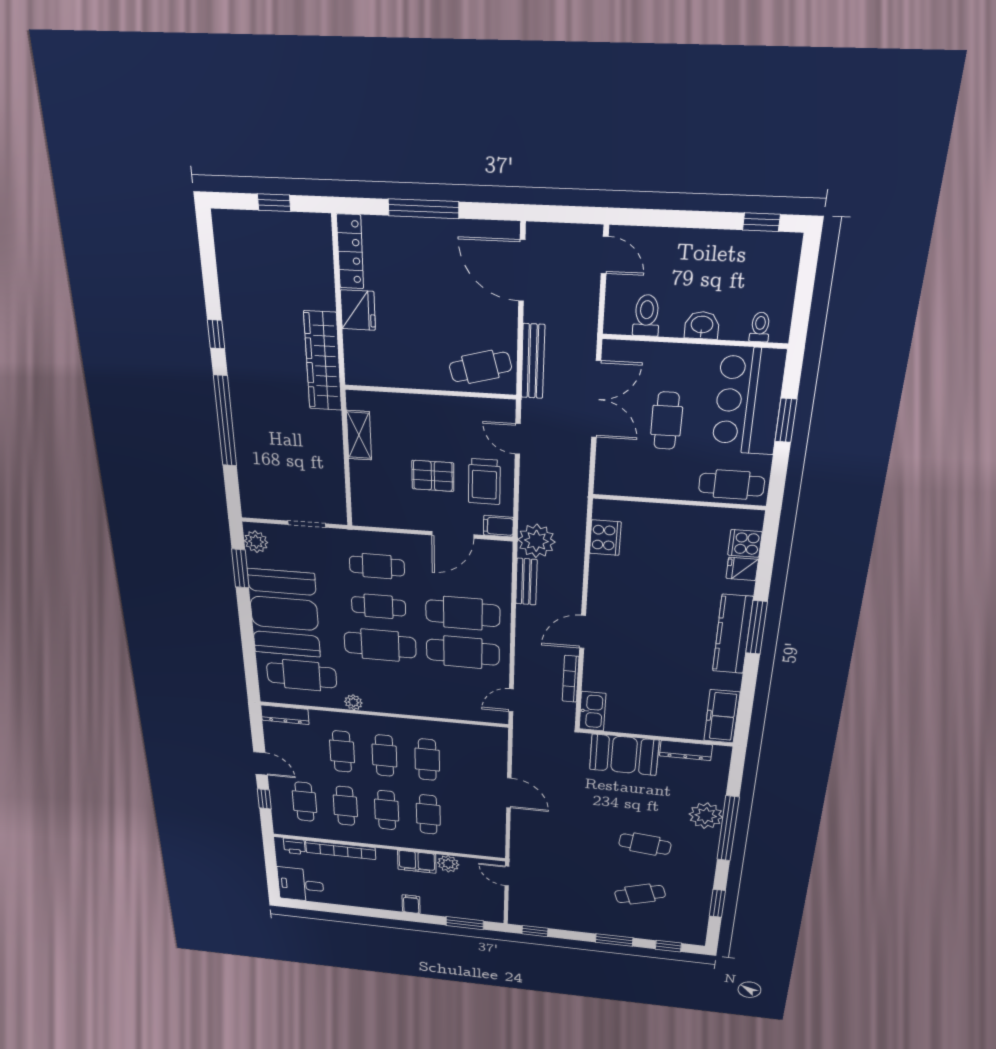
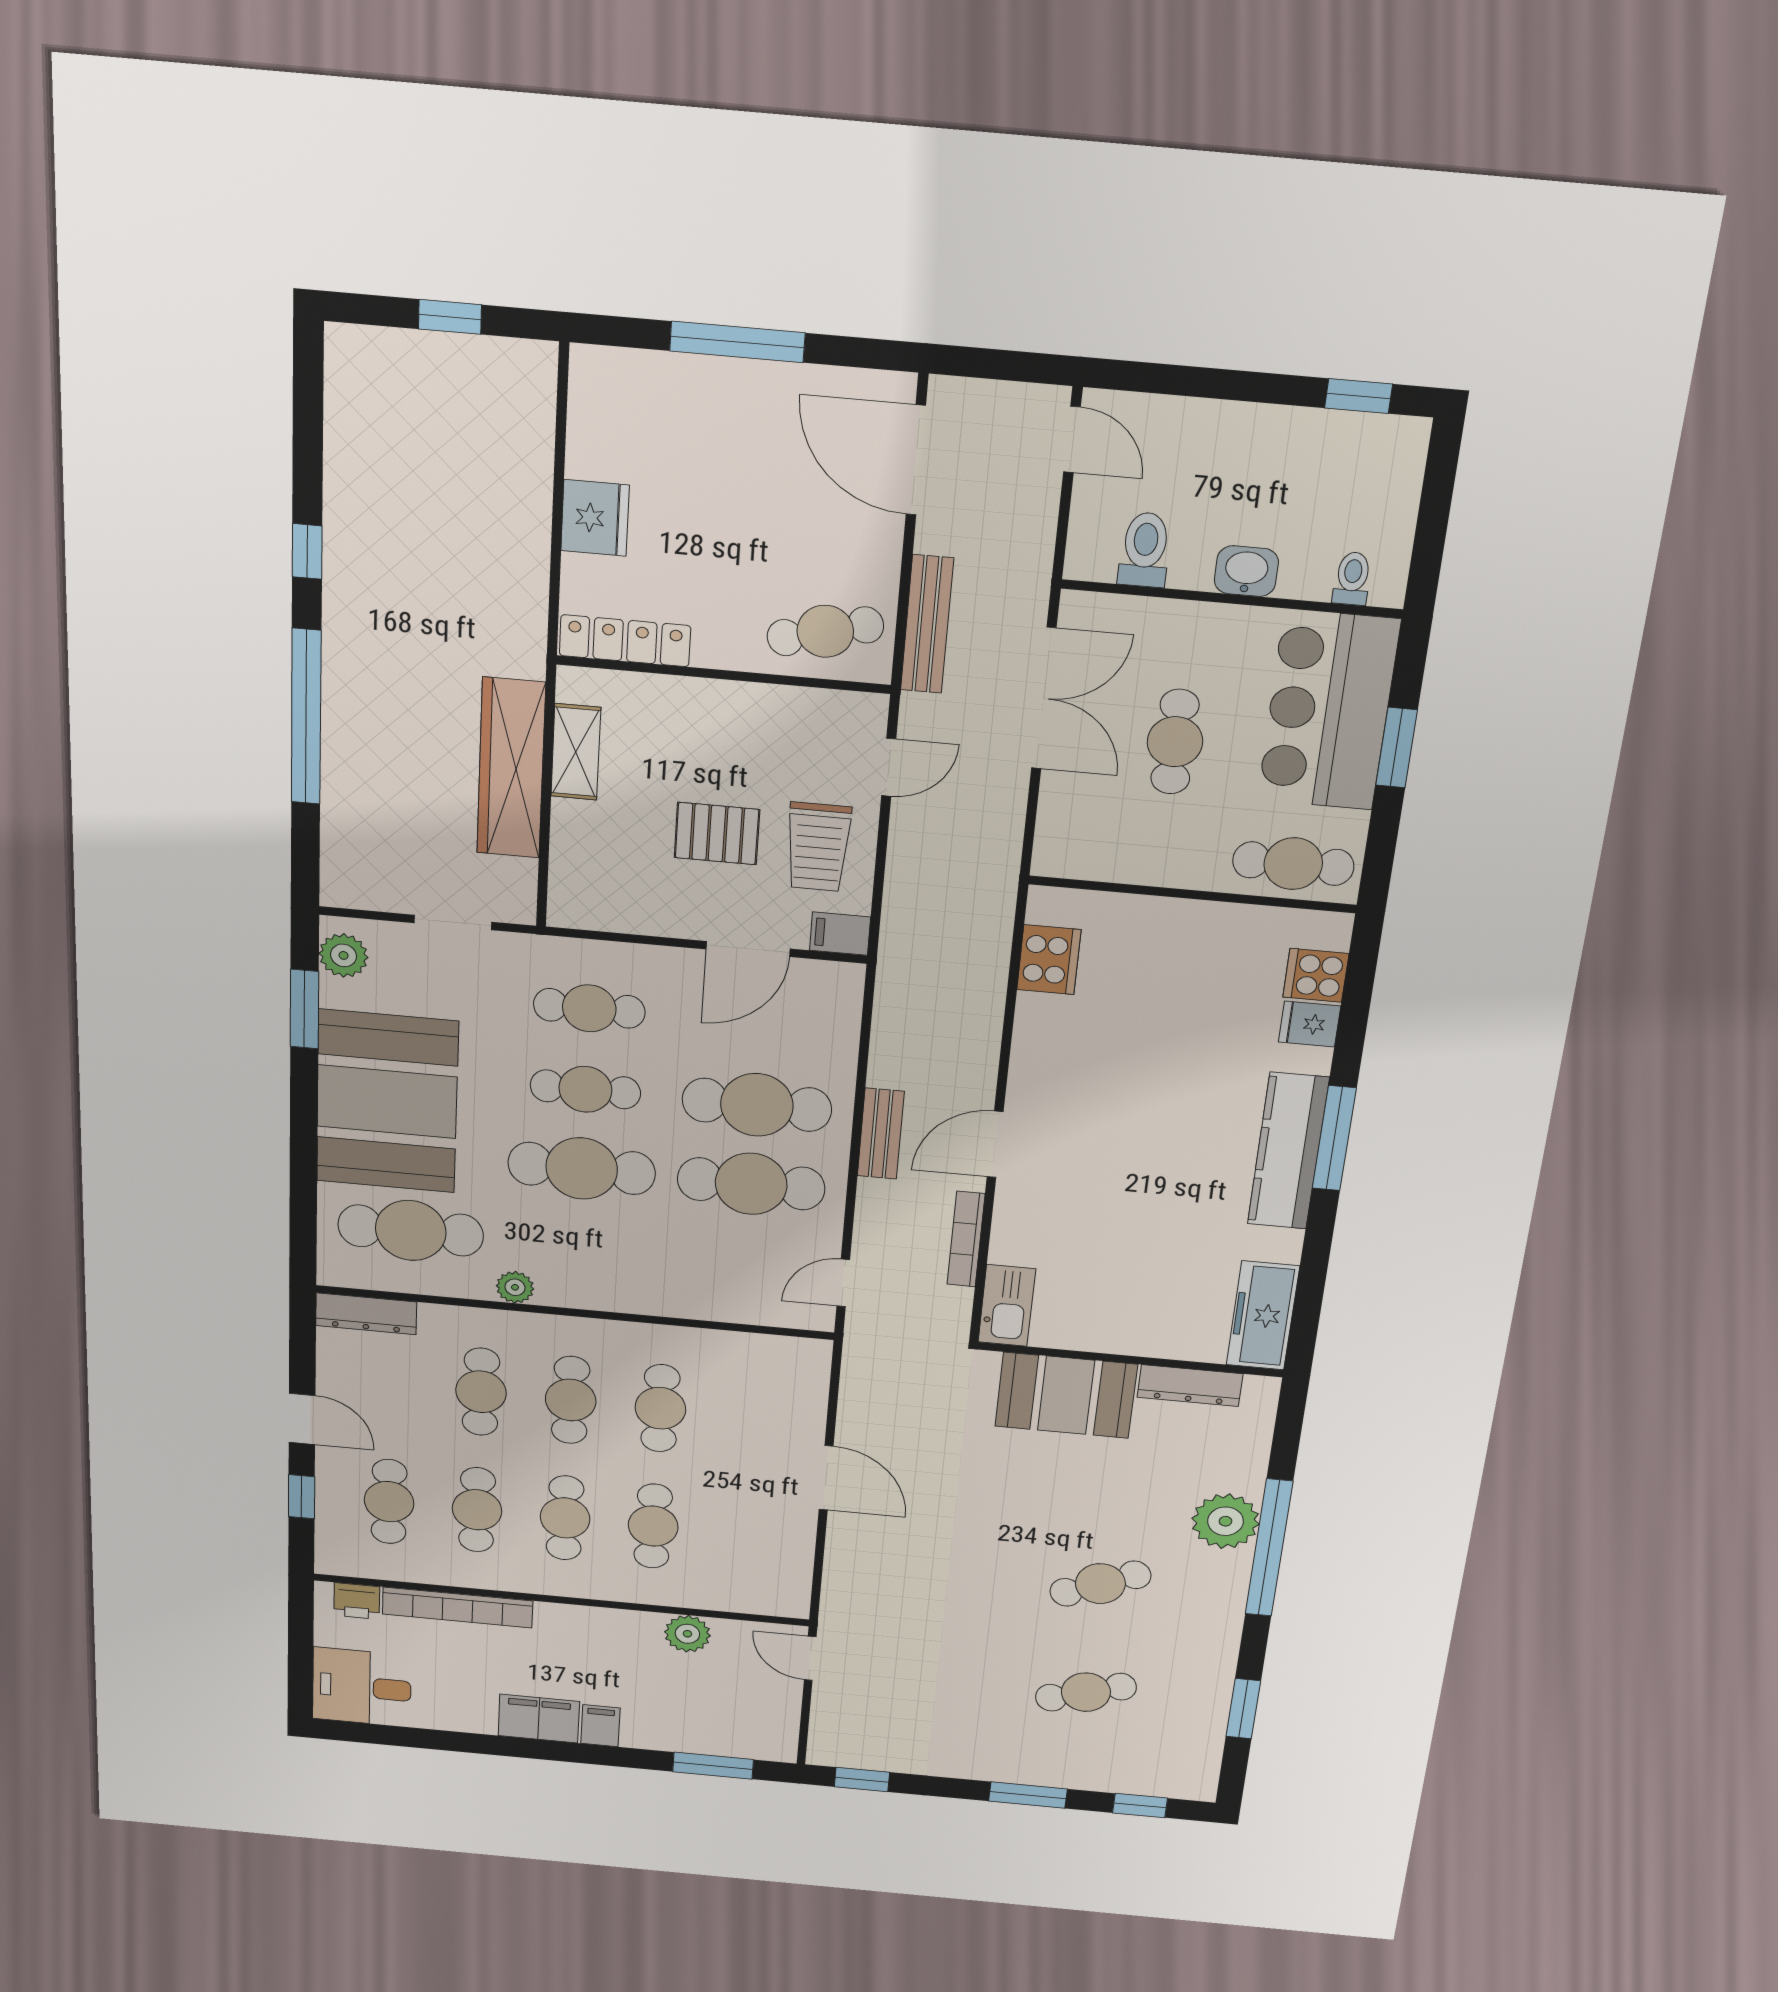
locker: (350, 252) -> (625, 641), moved, turned -90
wardrobe: (323, 361) -> (511, 768), moved
door: (518, 439) -> (889, 767), swing flipped
plant: (536, 541) -> (914, 963), removed
bench: (526, 582) -> (881, 1134), moved
cafe table: (645, 844) -> (1100, 1584), turned -30
filing cabinet: (417, 862) -> (539, 1719), moved, turned 180

